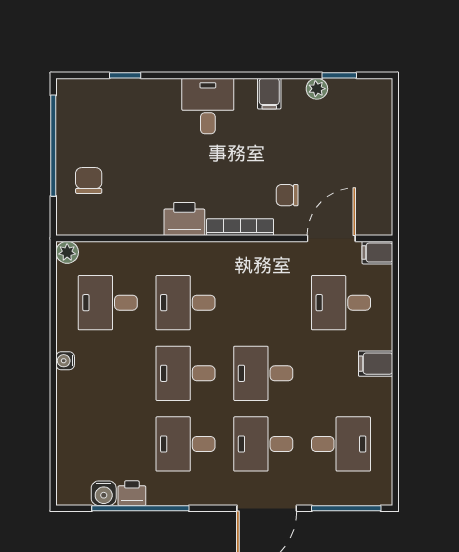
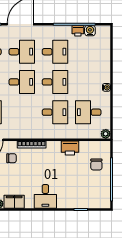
filing cabinet: (269, 94) -> (14, 202), width x2.00
printer: (184, 219) -> (70, 148), moved
desk: (108, 303) -> (88, 112), turned 180

